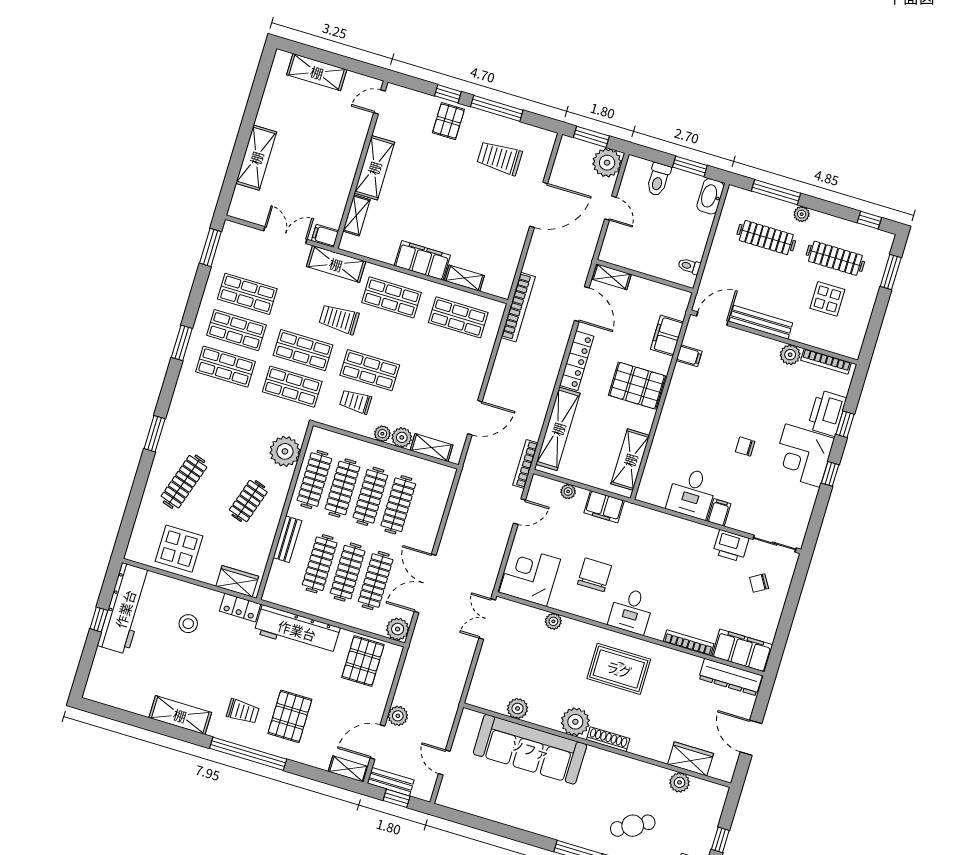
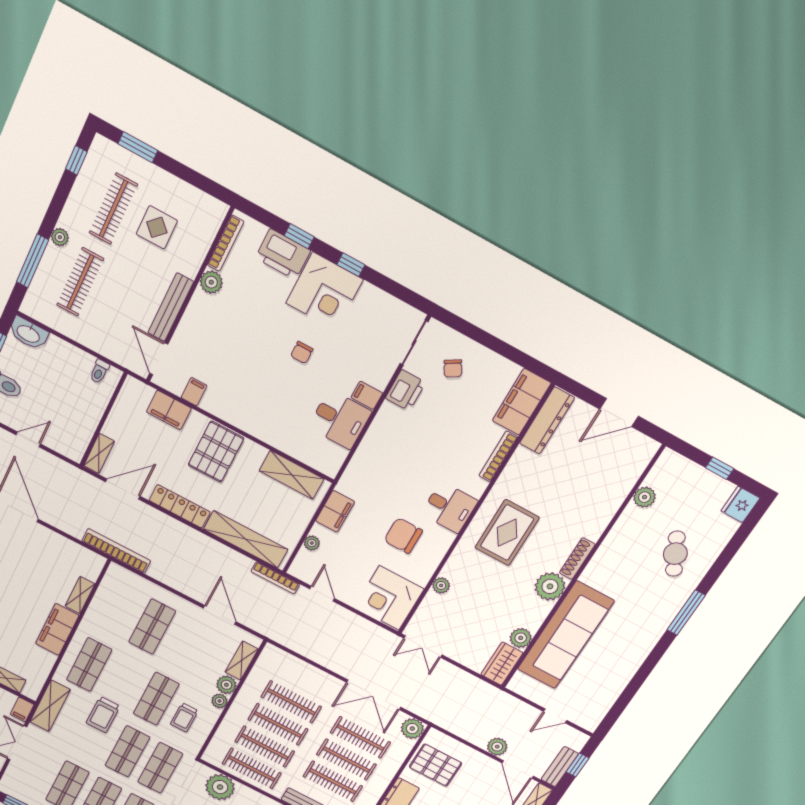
shop shelf: (458, 317) -> (152, 627), moved
wardrobe: (691, 759) -> (502, 664), moved

